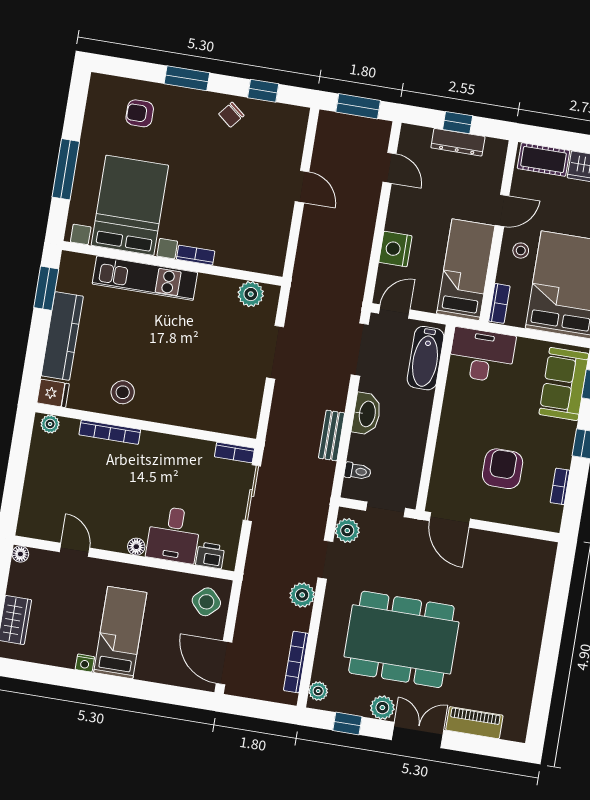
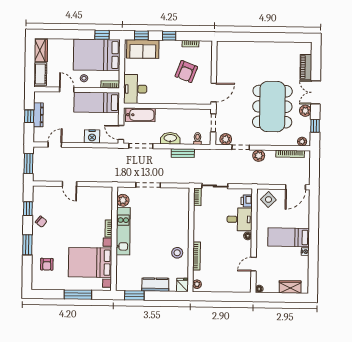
door: (302, 187) -> (70, 184), swing flipped
kitchen unit: (145, 278) -> (123, 231), moved
kitchen counter: (62, 336) -> (155, 285), width x0.67
armchair: (503, 469) -> (186, 72), turned -69

